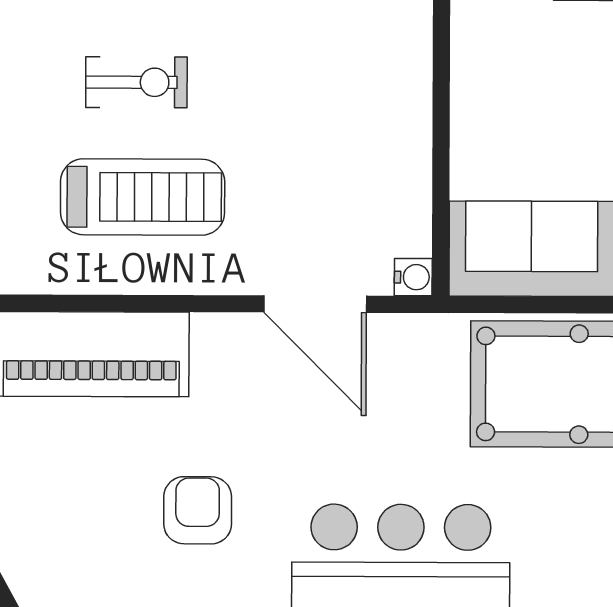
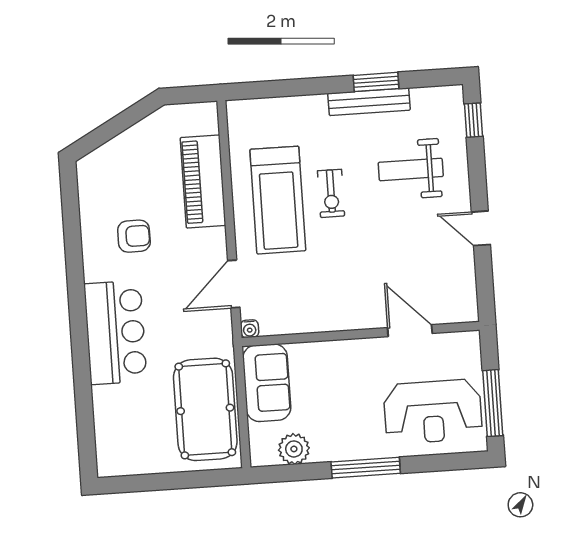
treadmill: (143, 197) -> (278, 200), width x1.37, depth x1.38

